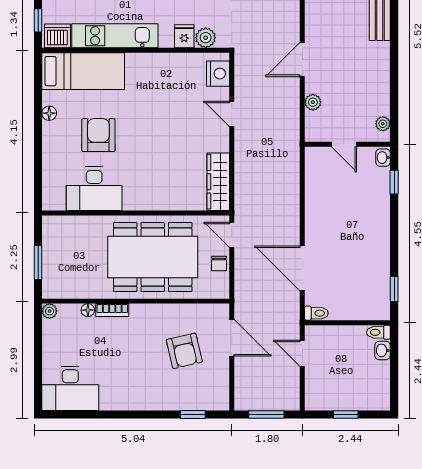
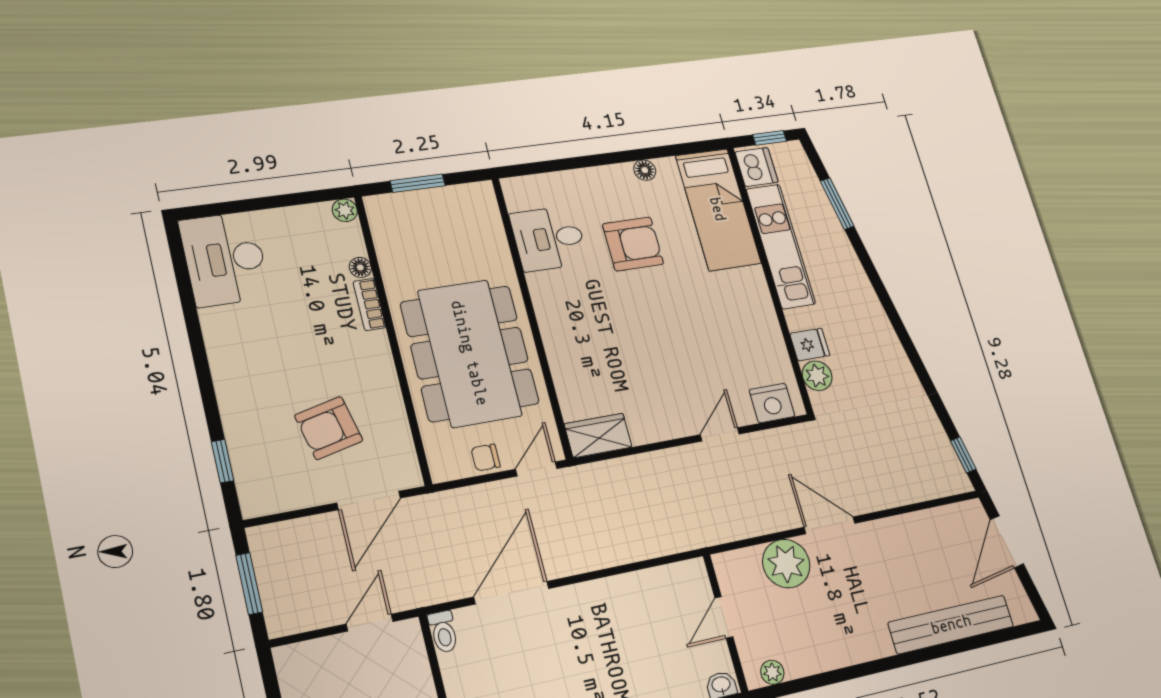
plant: (313, 102) -> (786, 564), width x1.87, depth x1.87
wardrobe: (218, 182) -> (598, 435), width x0.67
desk: (94, 189) -> (549, 239), width x0.73

